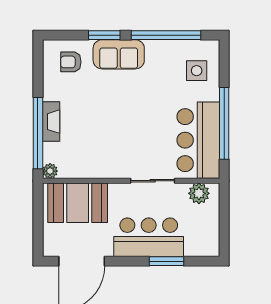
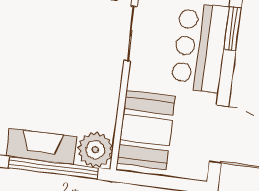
fireplace: (51, 122) -> (42, 147), width x1.37, depth x1.32
plant: (50, 171) -> (95, 150), width x1.88, depth x1.88

